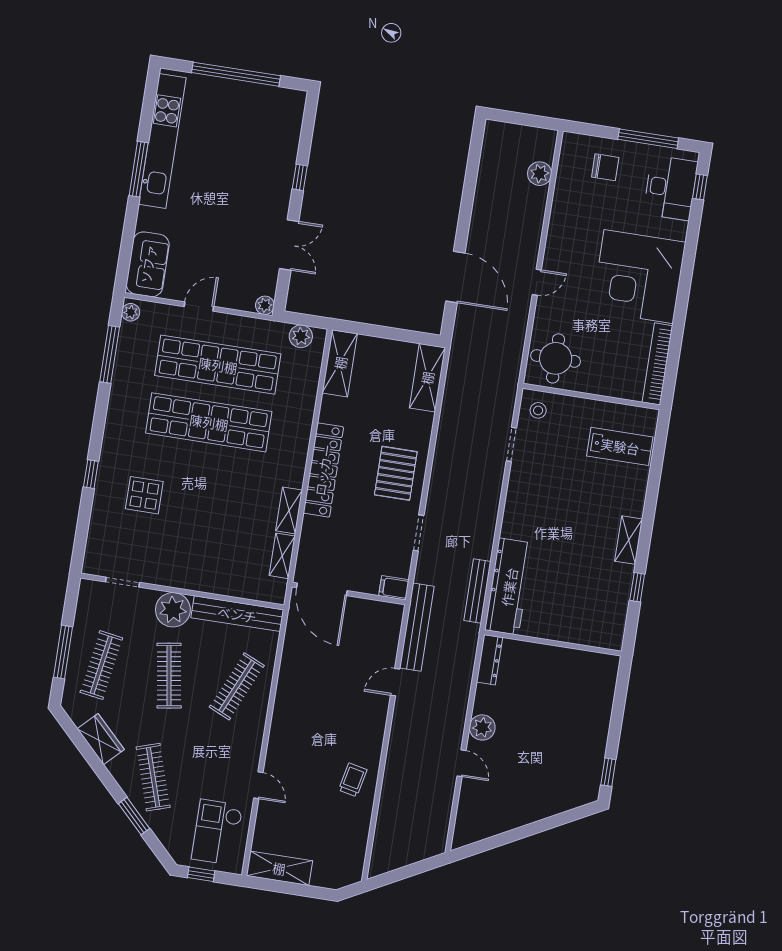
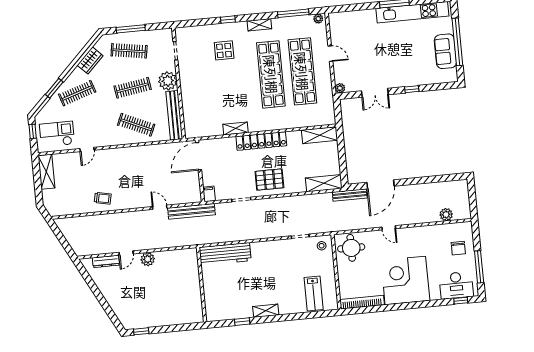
sofa: (148, 264) -> (445, 51), moved, turned 90
plant: (301, 336) -> (328, 111), removed
shelving: (282, 556) -> (259, 25), moved
bench: (477, 591) -> (350, 195), moved
dresser: (490, 660) -> (106, 261), moved

